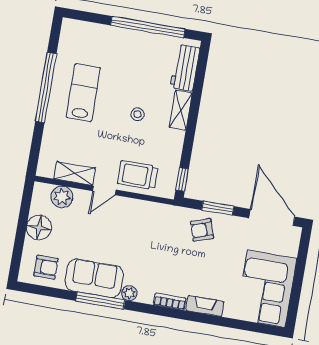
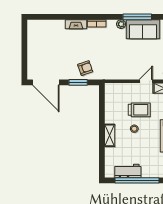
workbench: (185, 68) -> (128, 171), moved, turned -90
trolley: (138, 175) -> (139, 110), moved
window: (182, 180) -> (102, 95), removed
corner sofa: (266, 289) -> (42, 40), removed

